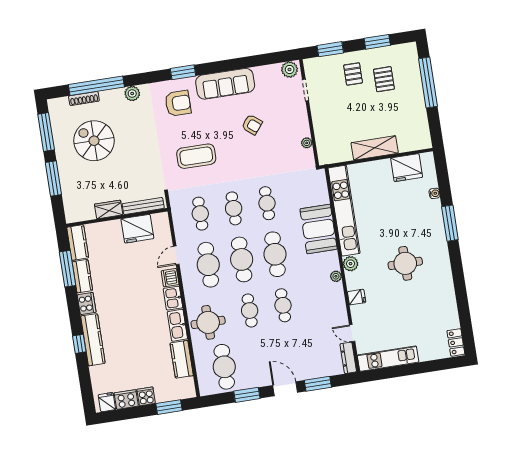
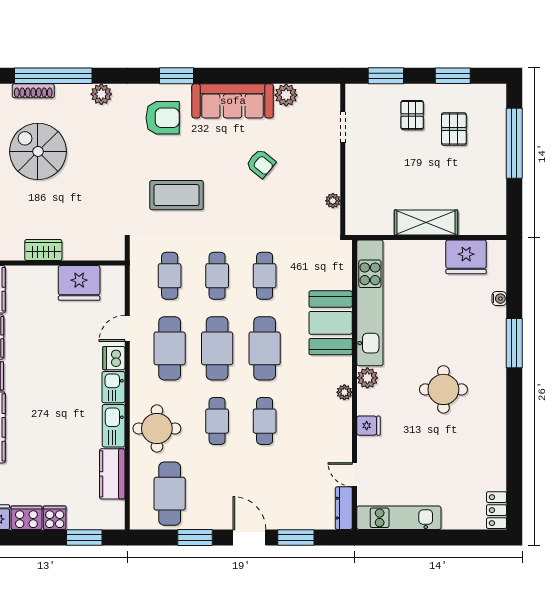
plant: (290, 69) -> (286, 95), moved
bench: (143, 206) -> (92, 253), removed

